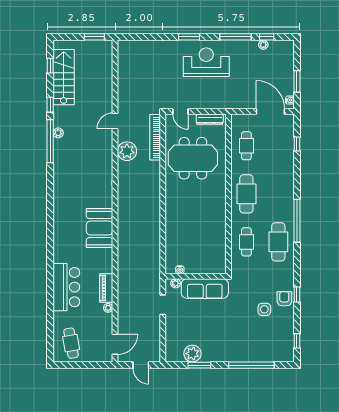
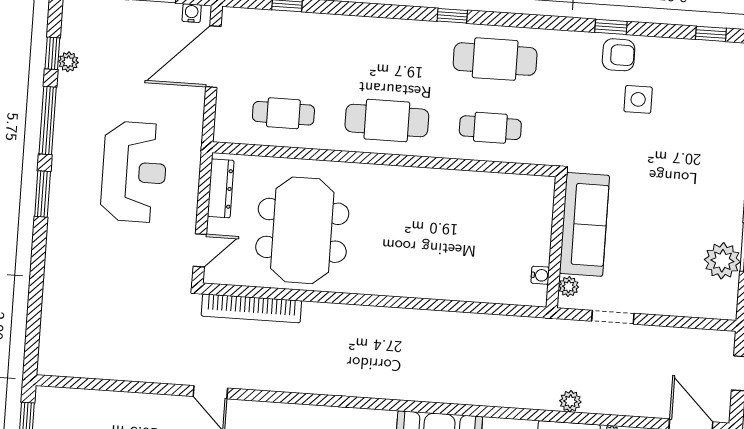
window: (189, 37) -> (43, 194), moved
reception desk: (206, 62) -> (134, 172), moved, turned 180
plant: (127, 151) -> (570, 401), moved, width x0.53, depth x0.53
window: (297, 221) -> (452, 16), width x0.32
armchair: (284, 299) -> (619, 55), turned 180

